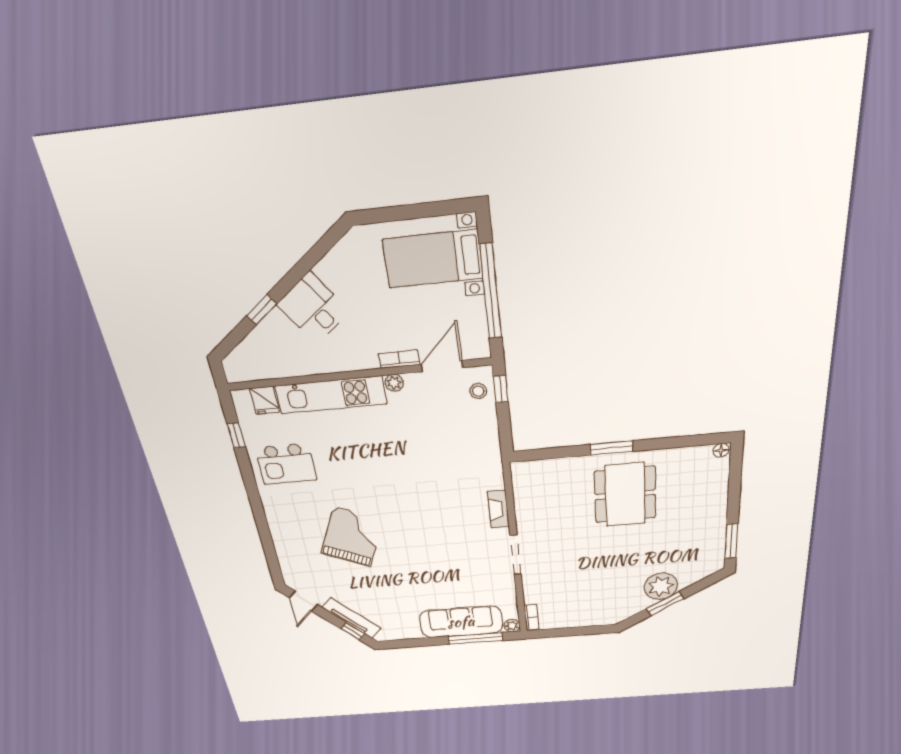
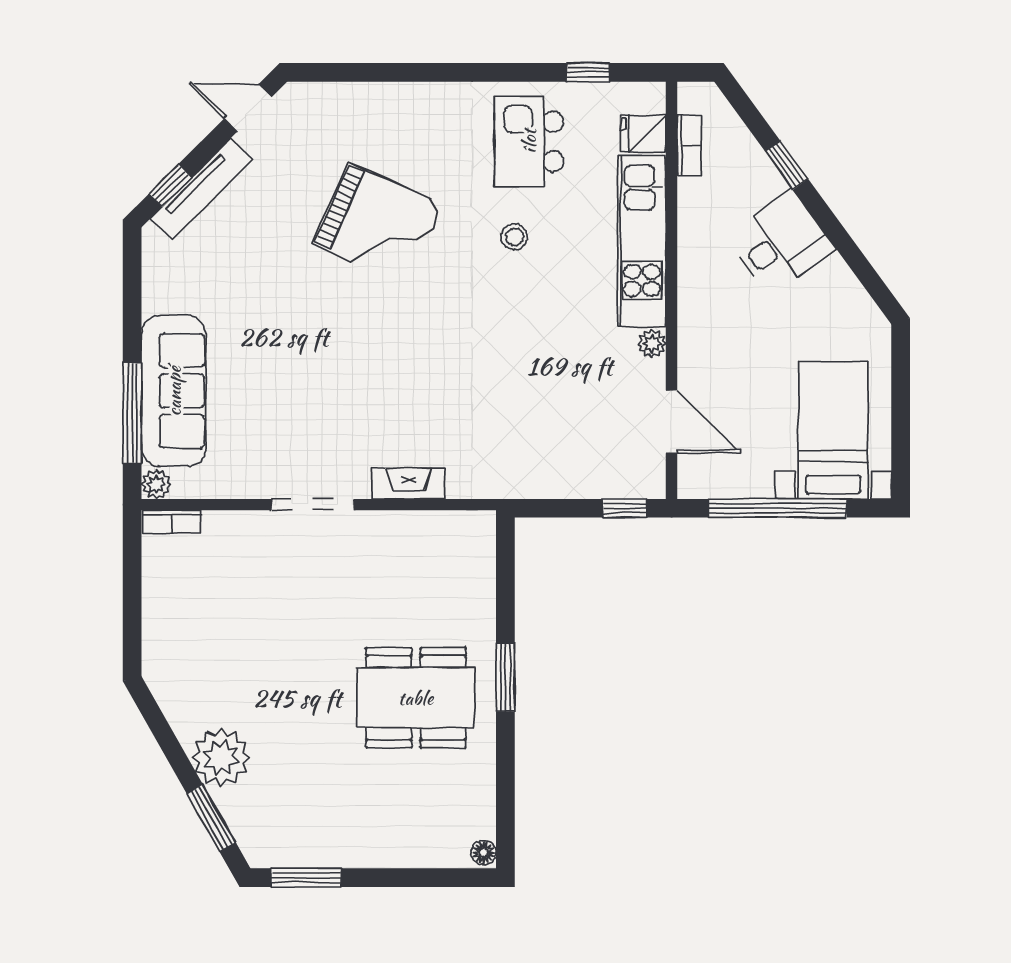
bookcase: (399, 359) -> (689, 146), moved
stool: (478, 391) -> (514, 237), moved
window: (665, 604) -> (211, 818), moved

